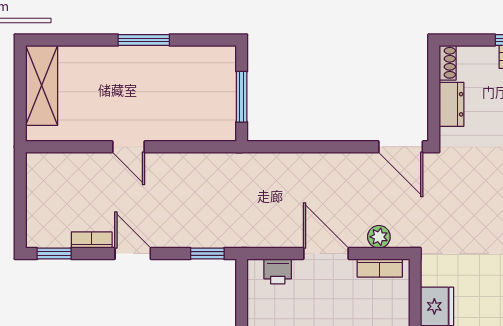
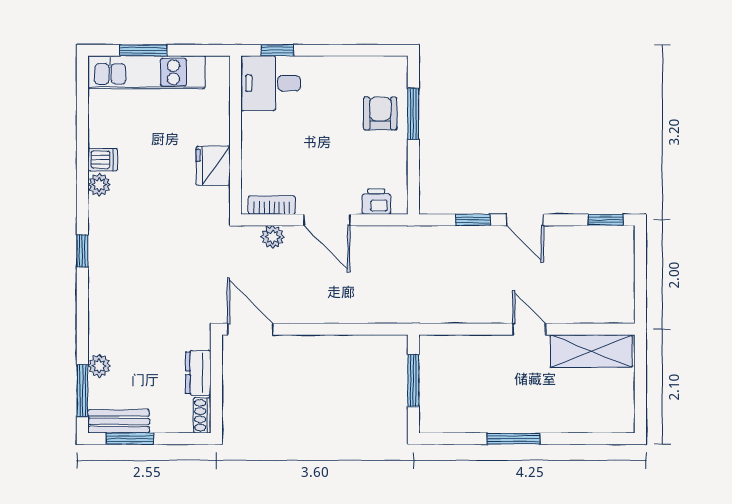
shelving: (42, 85) -> (591, 351), moved, turned 90
bookcase: (92, 240) -> (567, 234), removed
window: (207, 253) -> (473, 220), moved

